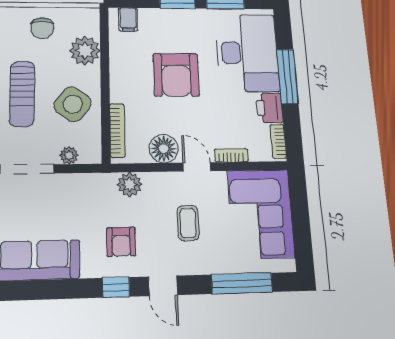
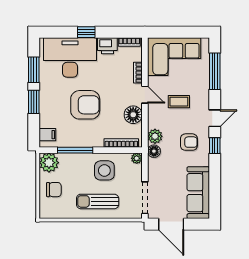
plant: (85, 51) -> (49, 163), moved
window: (105, 60) -> (75, 150), added
window: (287, 76) -> (86, 32), width x0.46
sun lounger: (22, 94) -> (98, 201), turned 180
side table: (73, 104) -> (104, 170), turned -37
plant: (69, 155) -> (137, 158), moved
door: (197, 167) -> (145, 95), swing flipped
floor lamp: (105, 183) -> (154, 151), added

